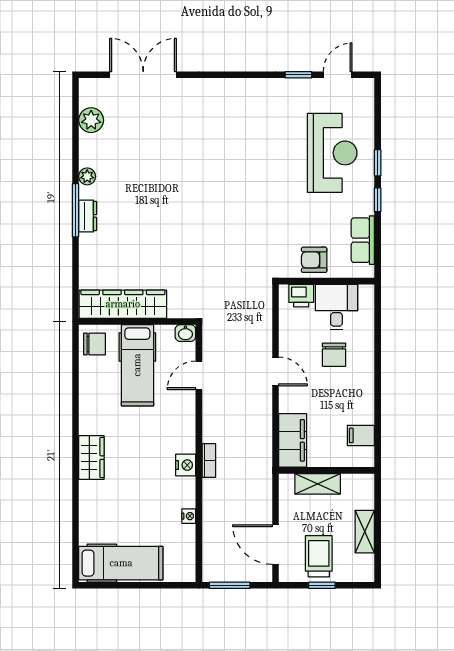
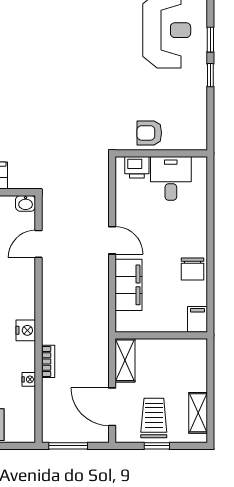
row of seats: (363, 240) -> (196, 114), removed
chair: (334, 355) -> (193, 269), moved
filing cabinet: (361, 435) -> (197, 319), moved, turned 90
filing cabinet: (293, 440) -> (129, 285), moved
bookcase: (209, 460) -> (48, 361), moved
shelving: (318, 484) -> (125, 360), moved, turned 90
shelving: (365, 532) -> (198, 413), moved

